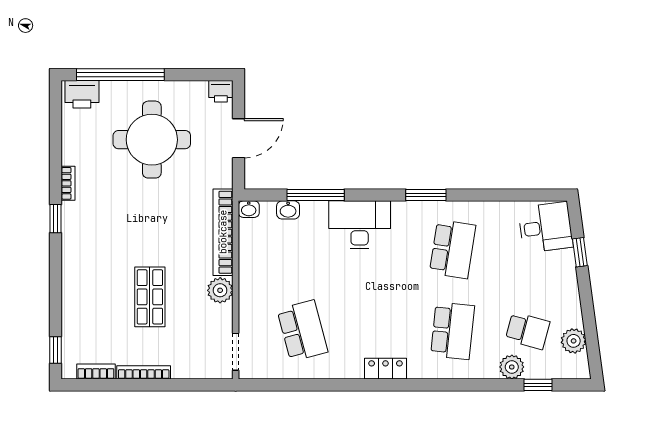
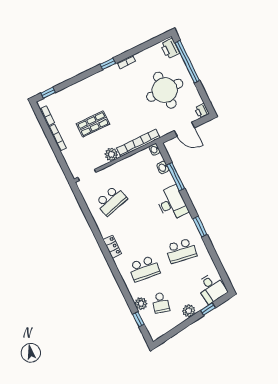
plant: (574, 341) -> (189, 311), moved

